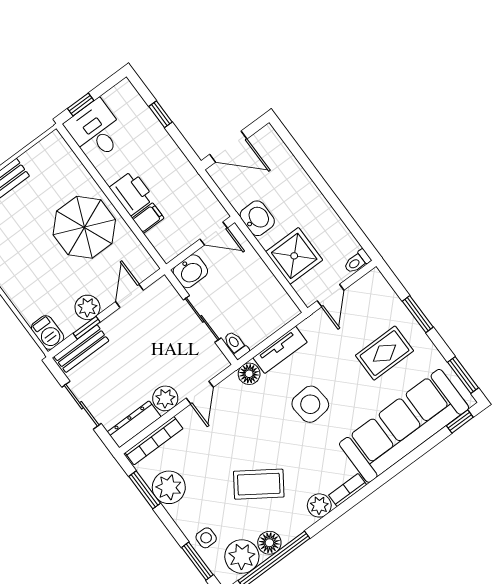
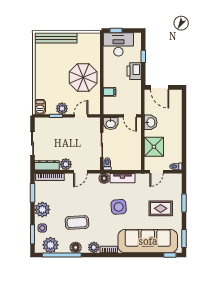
desk: (96, 130) -> (118, 44), width x1.37
printer: (132, 193) -> (134, 71), moved, turned 180
bench: (81, 349) -> (48, 122), removed
coffee table: (259, 484) -> (77, 223), turned -37
plant: (169, 487) -> (42, 210), moved
floor lamp: (269, 543) -> (76, 247), moved

